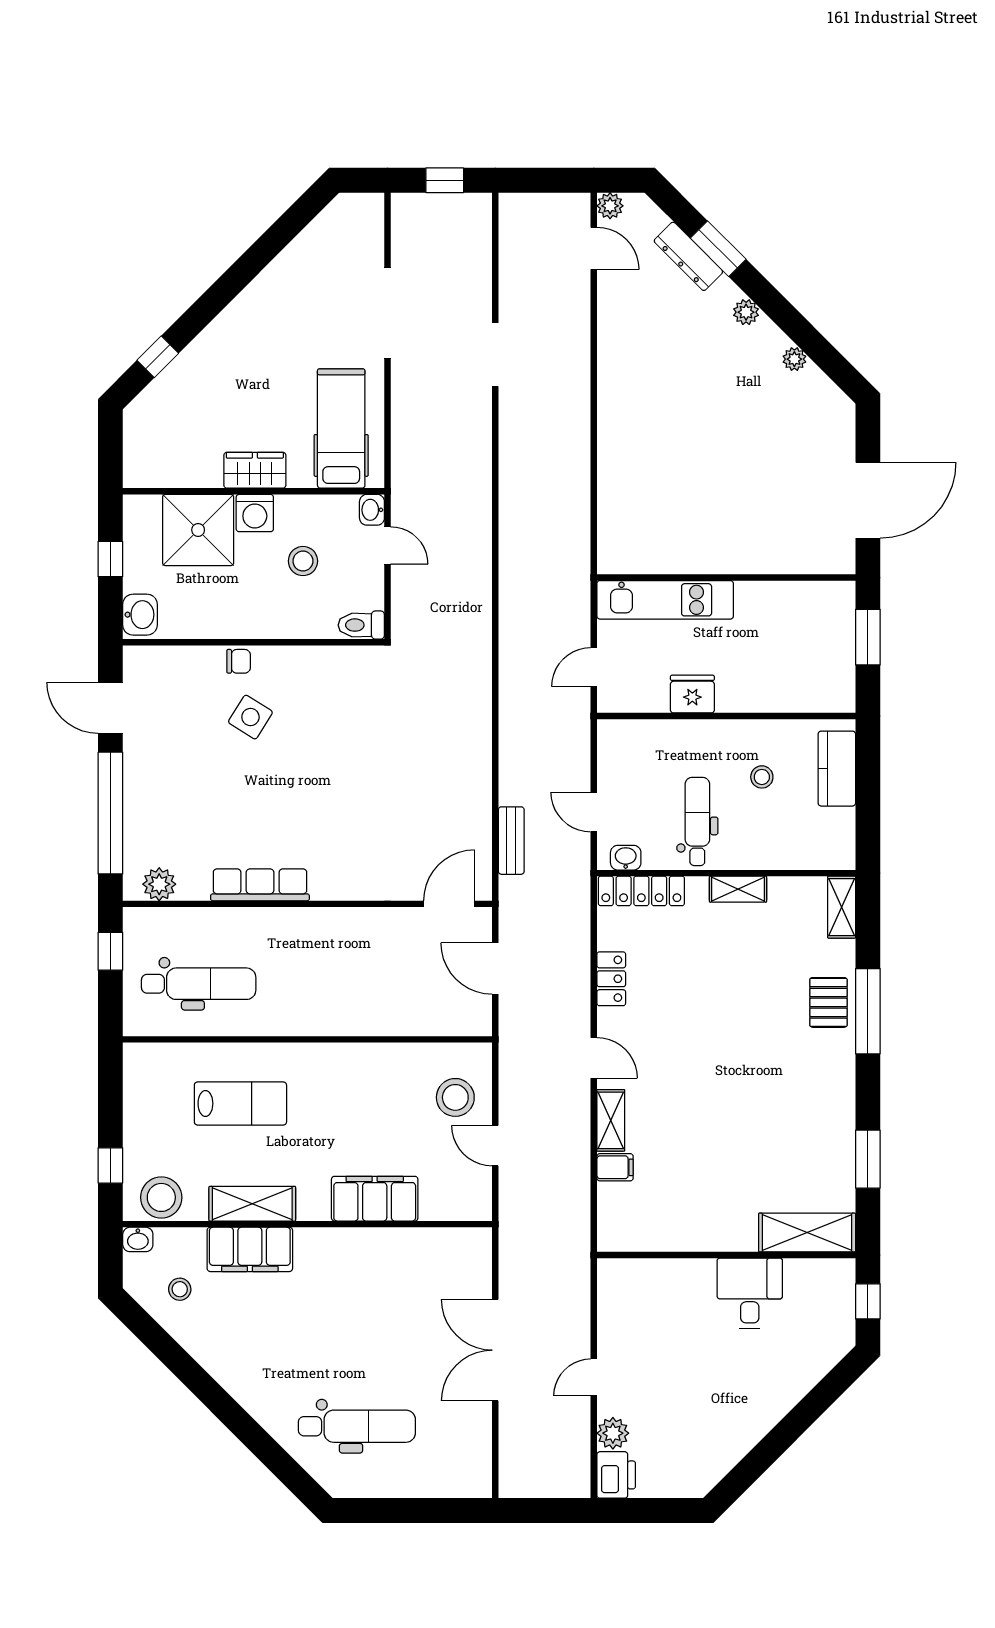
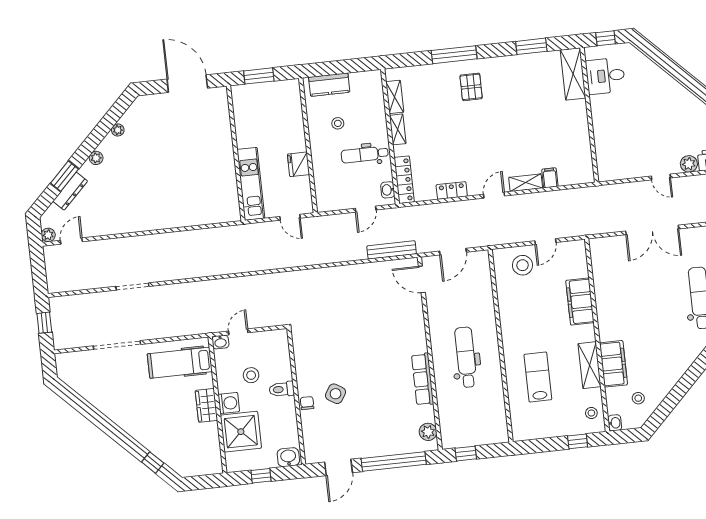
toilet: (361, 625) -> (282, 389), moved, turned 90
bench: (511, 841) -> (392, 250), width x1.36
shelving: (842, 907) -> (395, 97), moved, turned 90
dental chair: (199, 984) -> (466, 357), moved
pallet: (828, 1002) -> (471, 87), moved, turned 90
stool: (161, 1197) -> (591, 413), width x0.53, depth x0.53
desk: (750, 1293) -> (605, 76), moved

